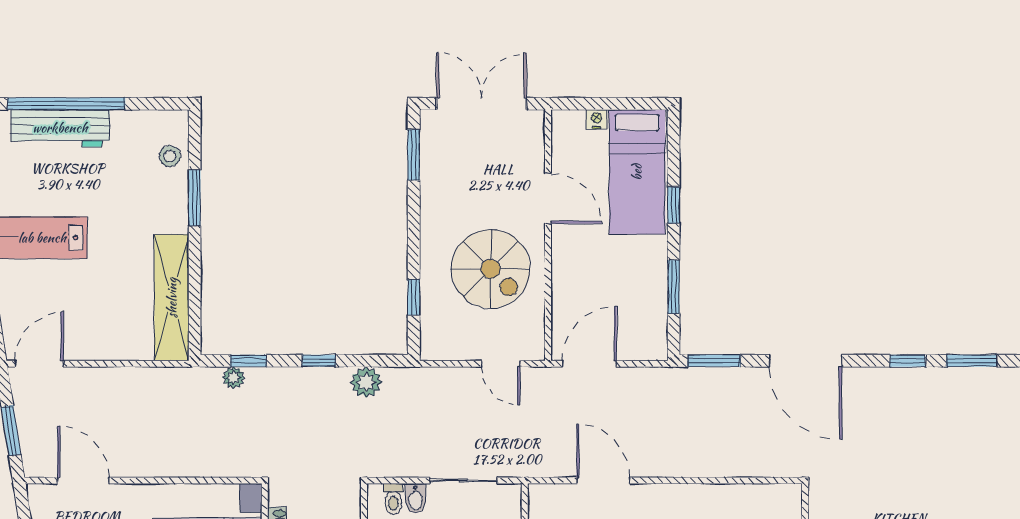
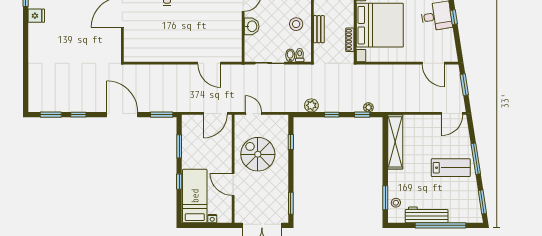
workbench: (60, 128) -> (427, 215), moved
window: (195, 198) -> (385, 198), moved

